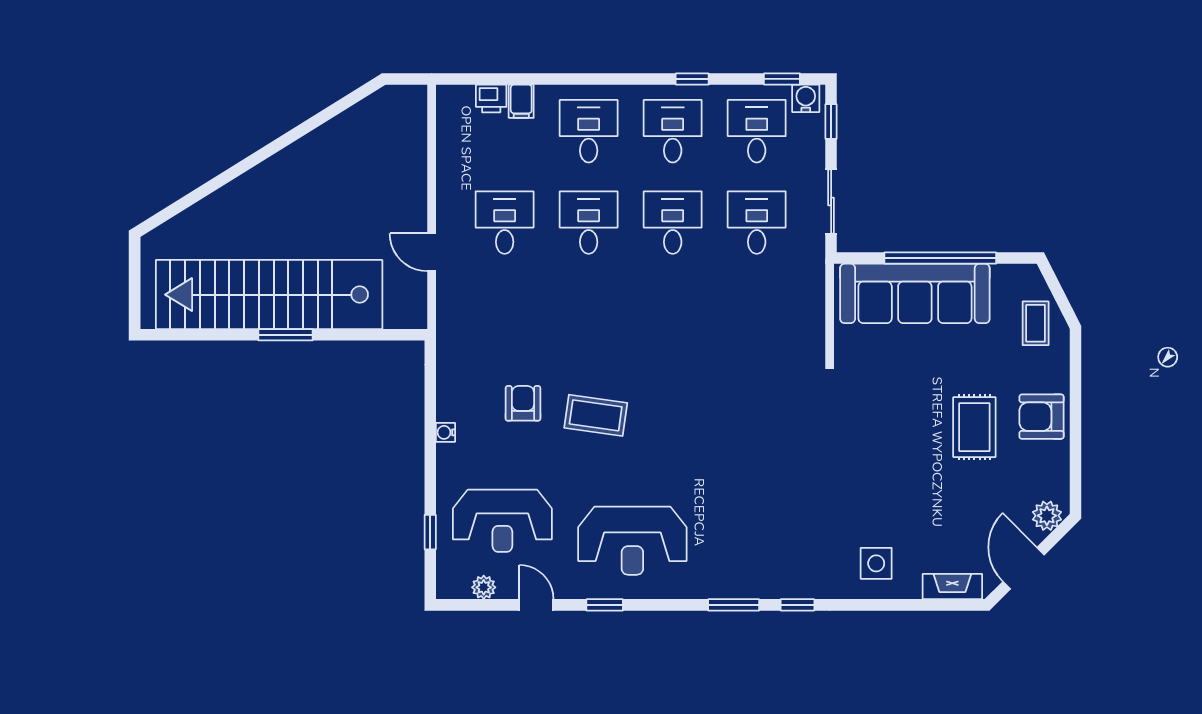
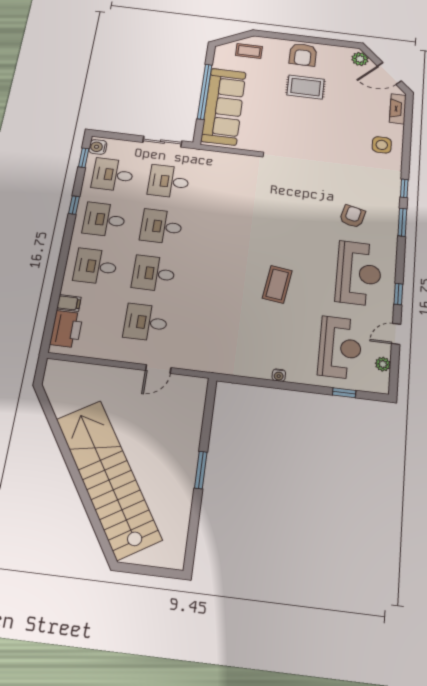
printer: (491, 99) -> (66, 329), width x1.87, depth x1.48
window: (831, 122) -> (114, 136), removed
stairs: (269, 295) -> (108, 479), moved, turned 148
armchair: (523, 403) -> (352, 216), moved, turned 104

